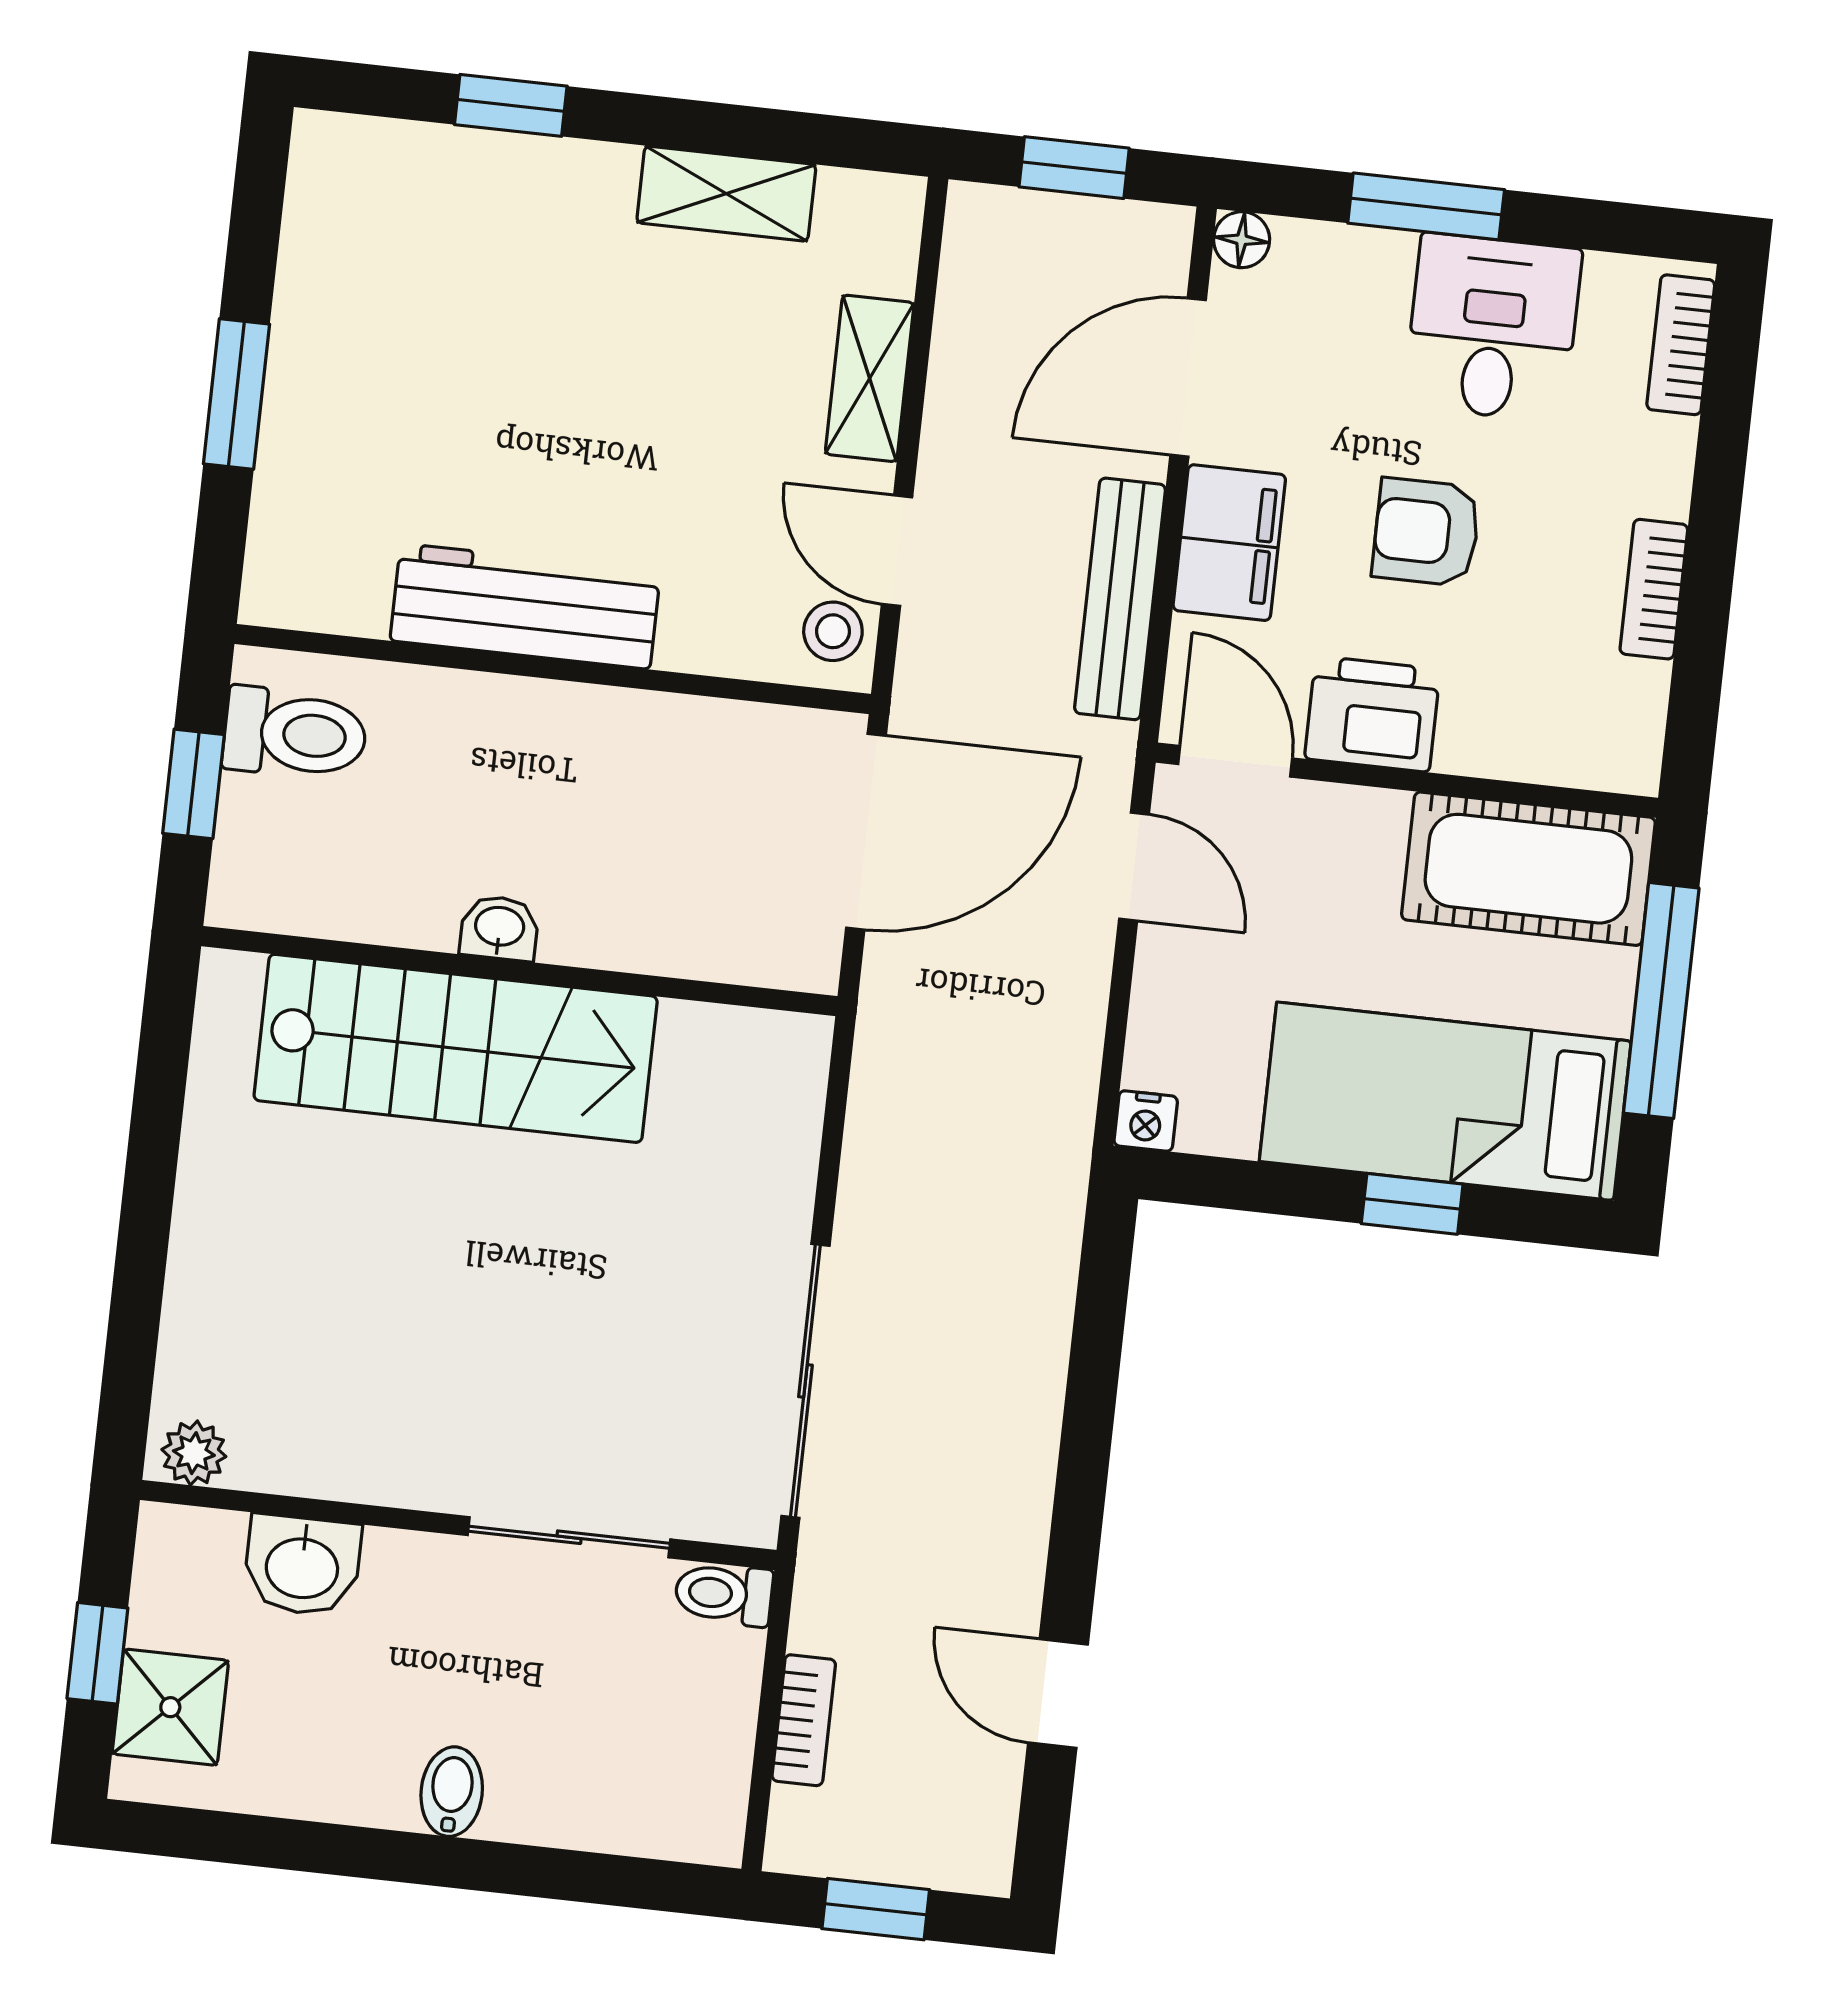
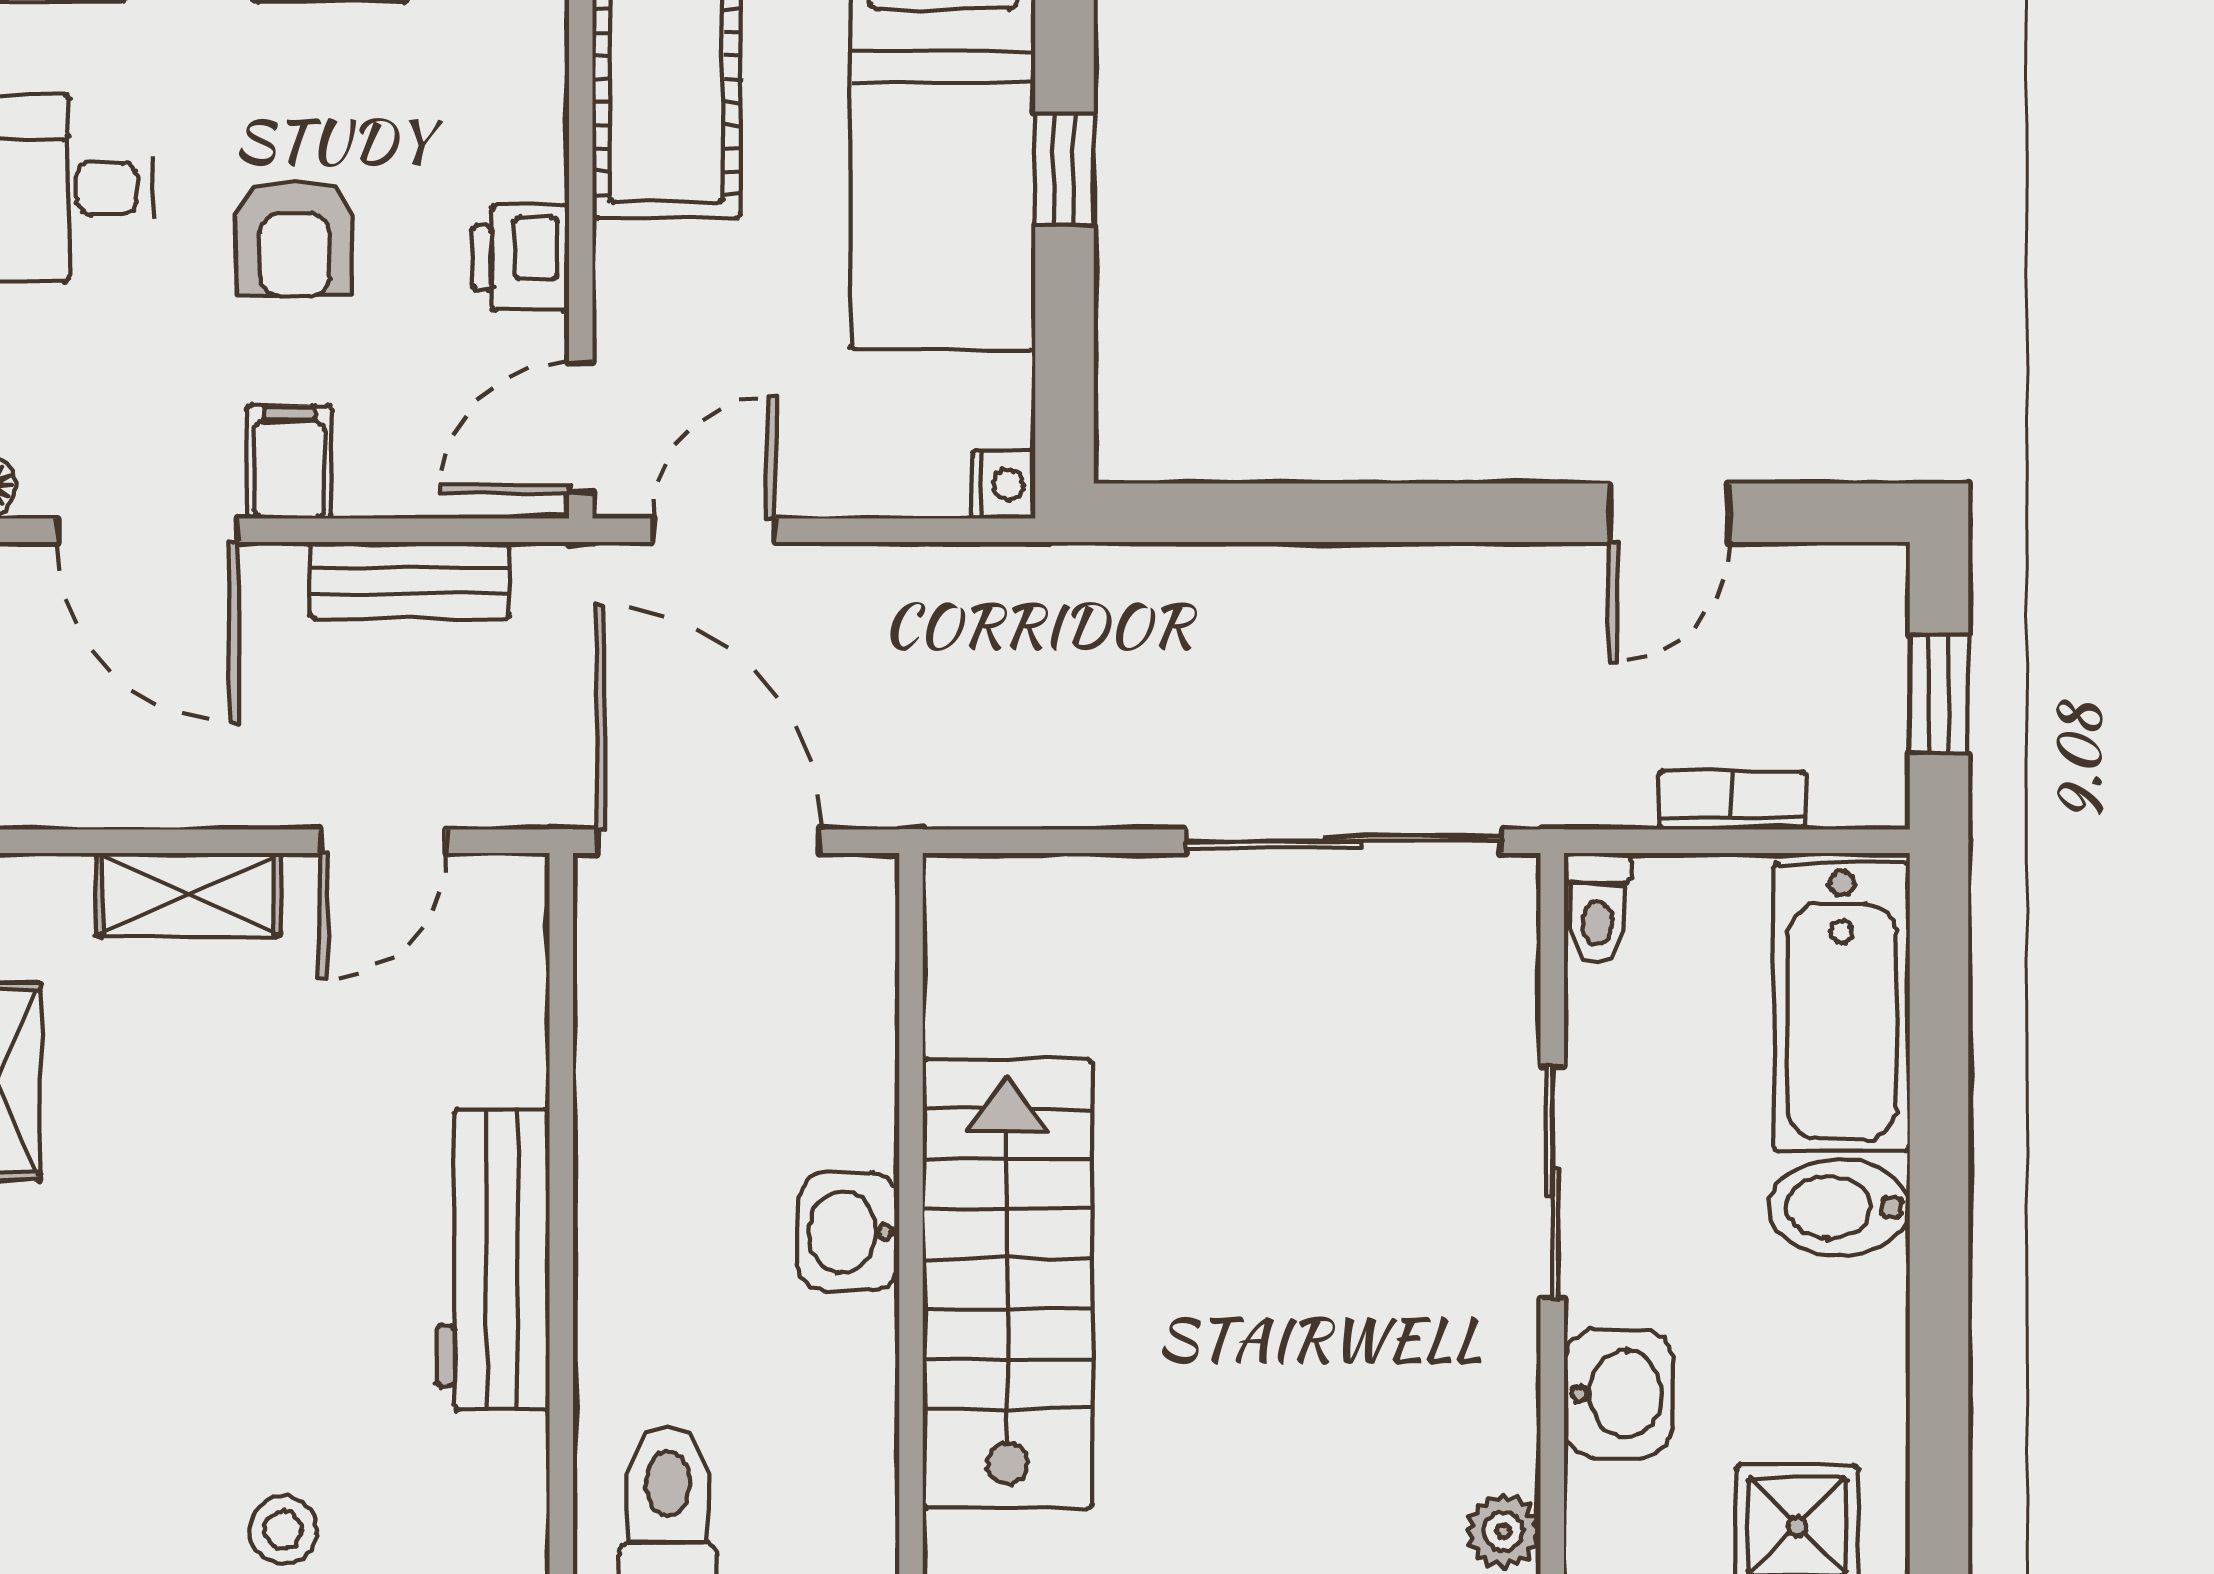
filing cabinet: (1229, 543) -> (289, 462), width x0.50
bench: (1120, 599) -> (410, 580), width x0.73
stool: (833, 631) -> (283, 1530), moved
printer: (1372, 714) -> (521, 258), width x0.73, depth x0.81
washbasin: (499, 928) -> (849, 1232), width x1.38, depth x1.45
sliding door: (569, 1537) -> (1552, 1182), moved
bidet: (452, 1792) -> (1839, 1207), width x1.38, depth x1.36
bathtub: (615, 1796) -> (1842, 1007), added

